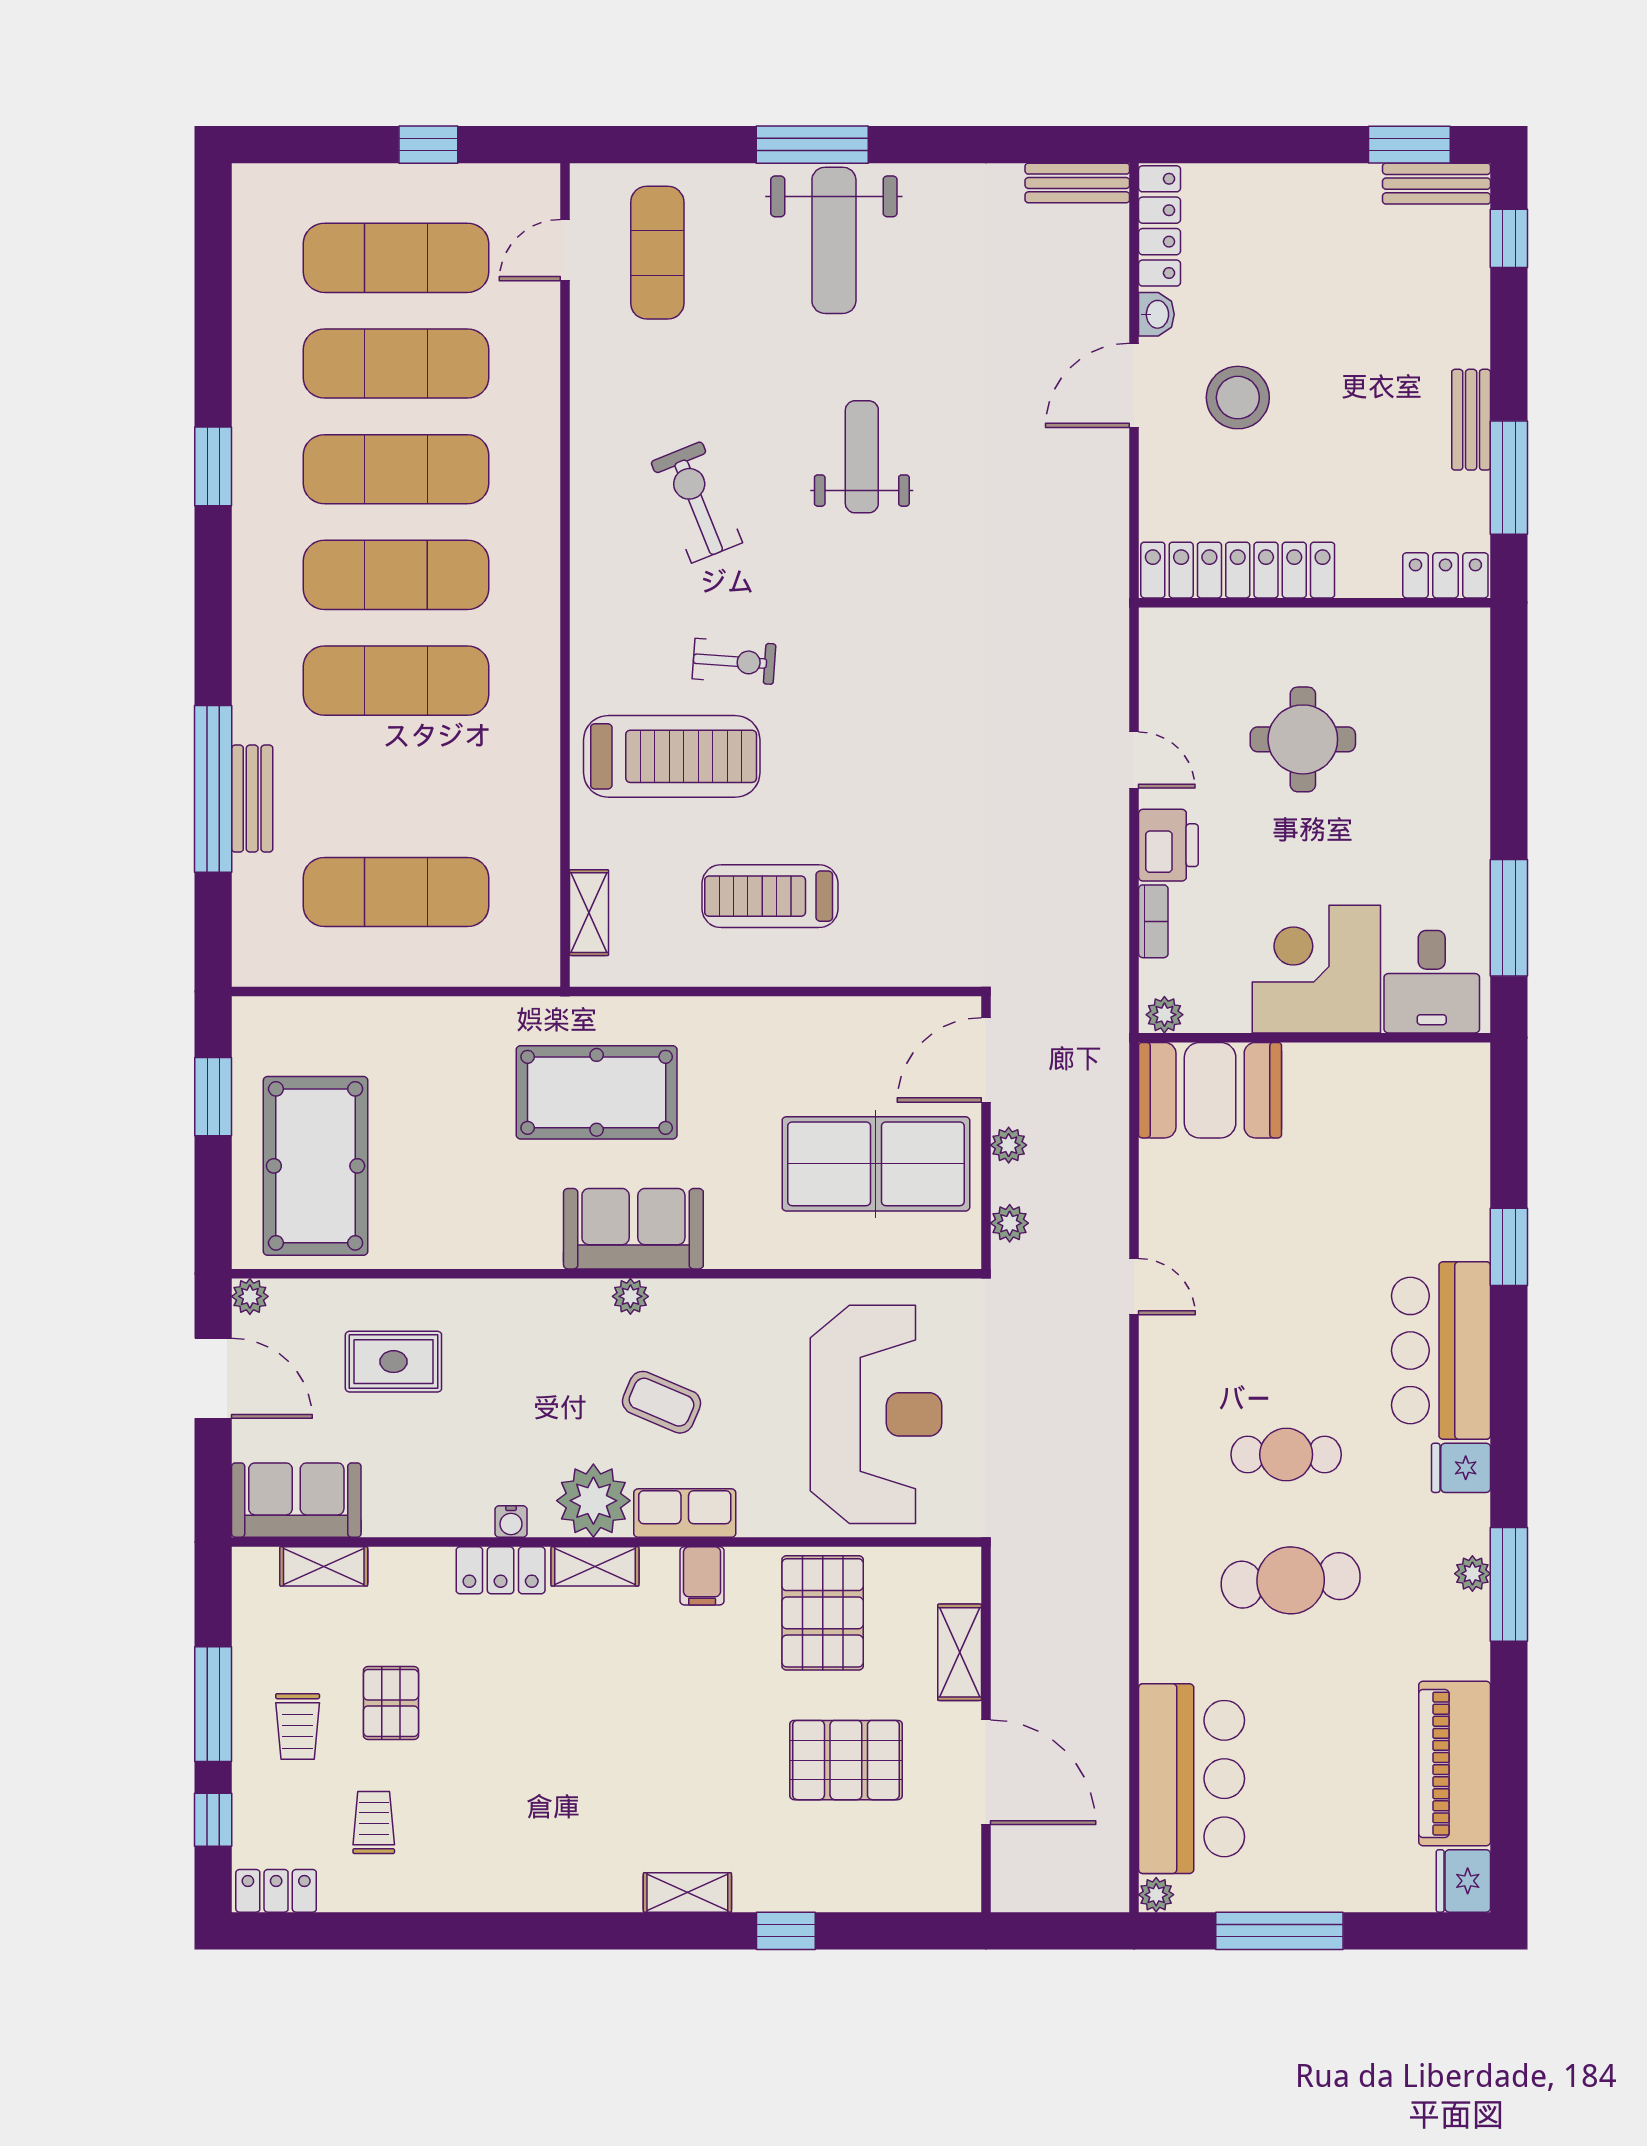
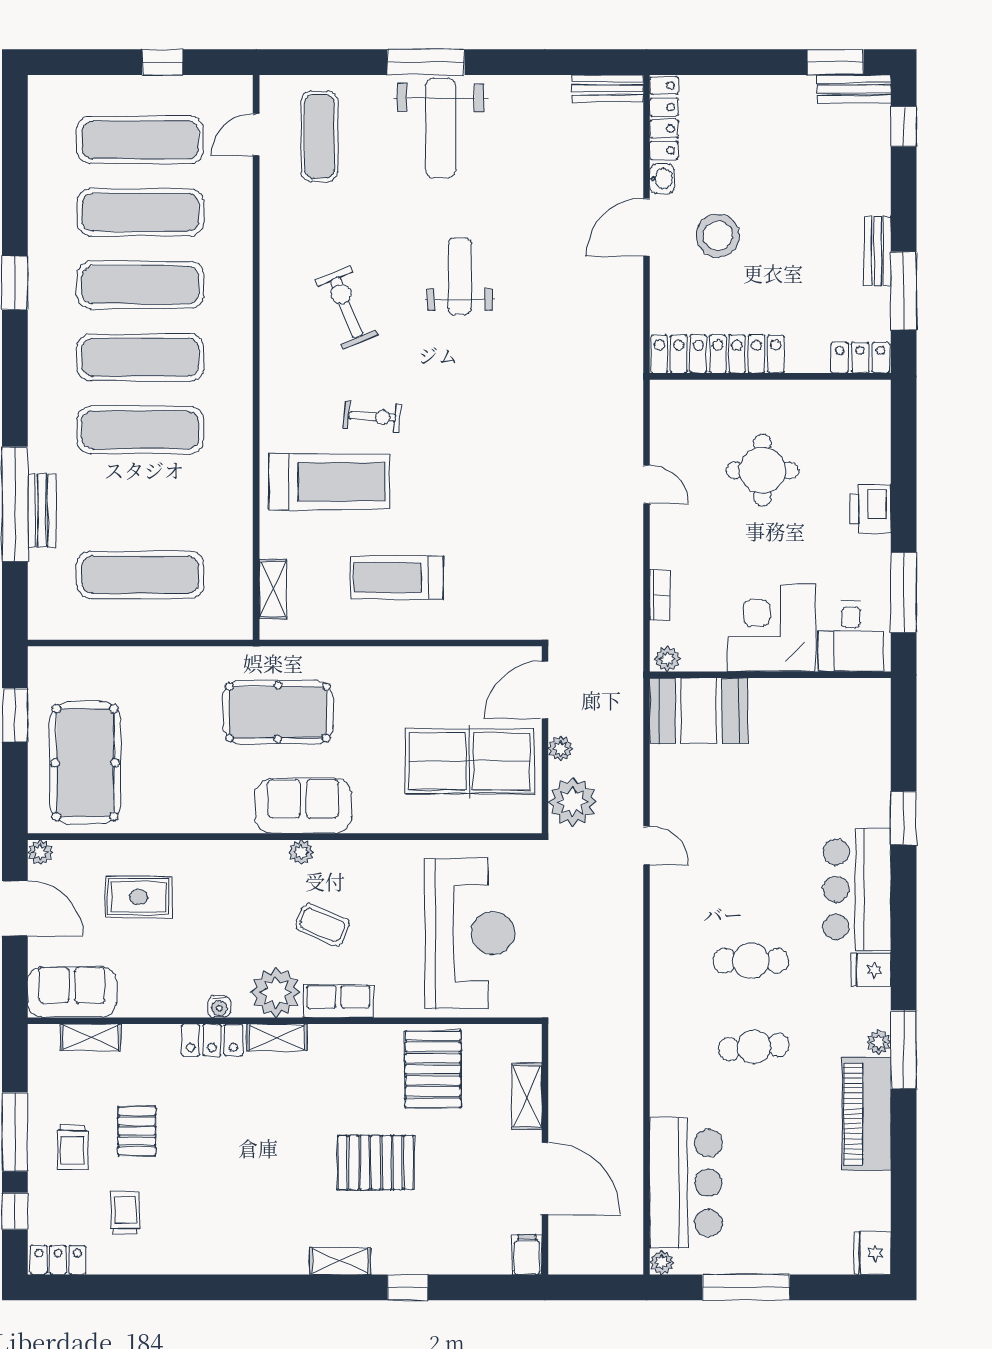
printer: (1168, 845) -> (871, 509), moved, turned 180
plant: (1010, 1223) -> (573, 802), width x1.88, depth x1.88
filing cabinet: (702, 1576) -> (527, 1255), moved, turned 180
cafe table: (1291, 1580) -> (754, 1047), width x0.73, depth x0.74
pallet: (846, 1760) -> (376, 1163), moved
piano: (1455, 1764) -> (866, 1114), moved

